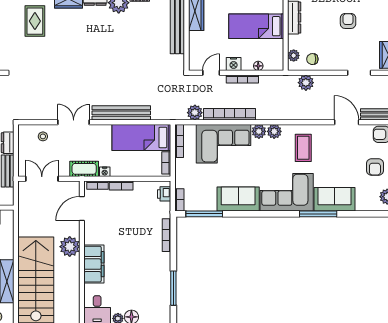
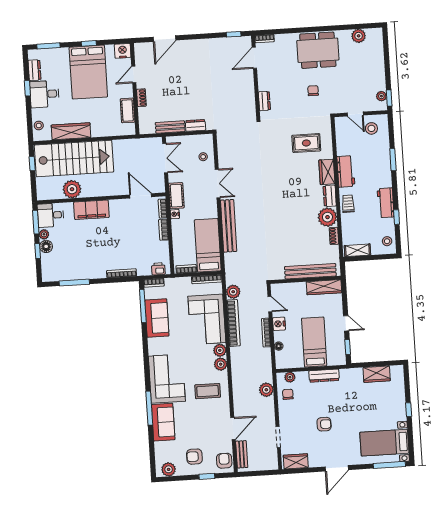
sofa: (238, 199) -> (157, 318), moved
plant: (70, 247) -> (72, 189), moved

